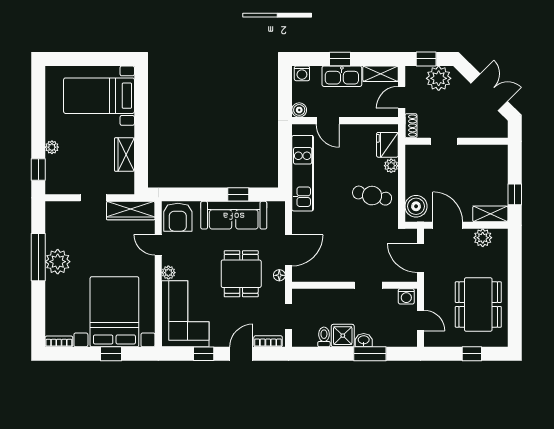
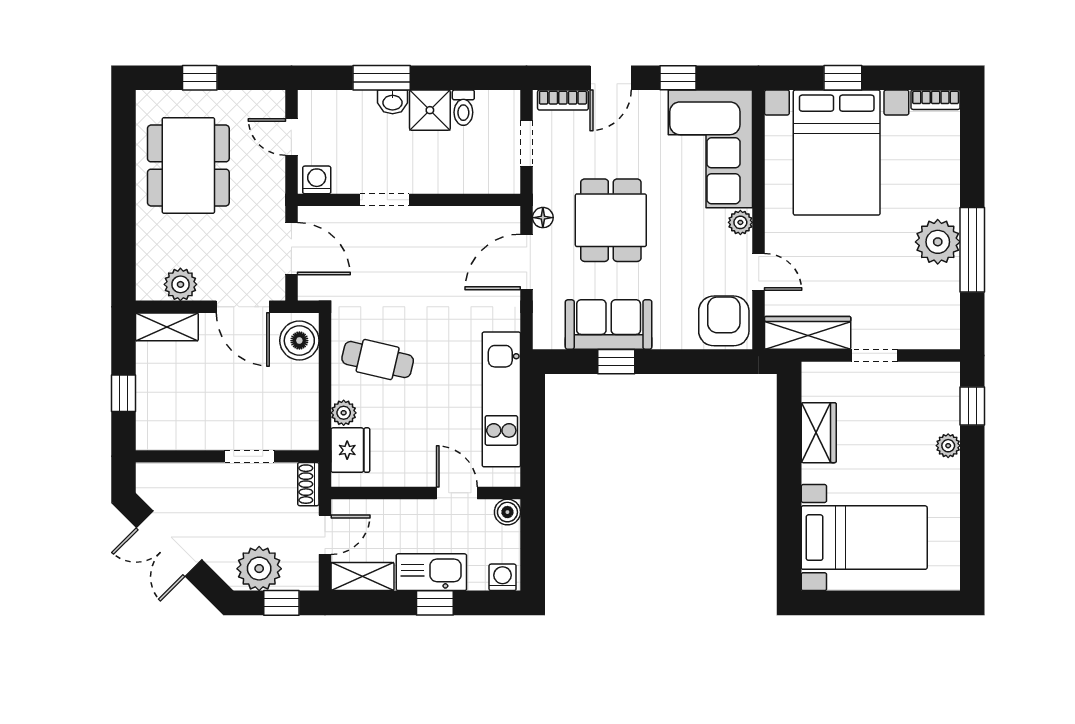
window: (515, 194) -> (123, 393), moved
sofa: (234, 215) -> (609, 325), width x0.73

